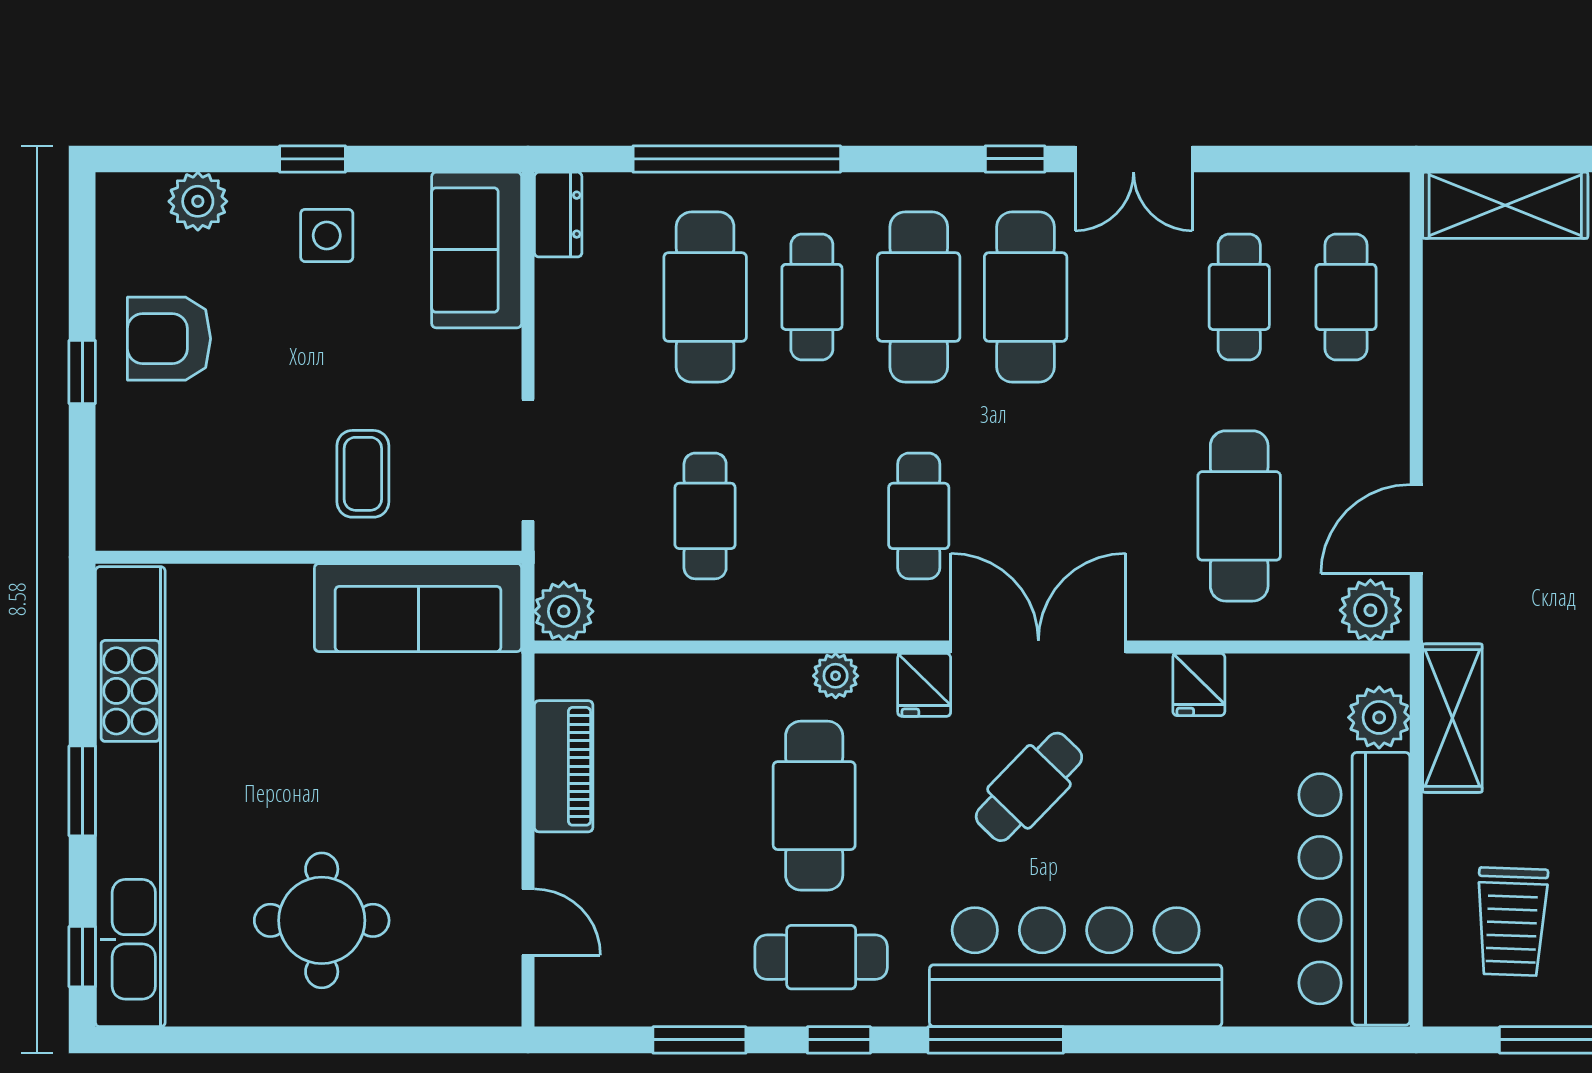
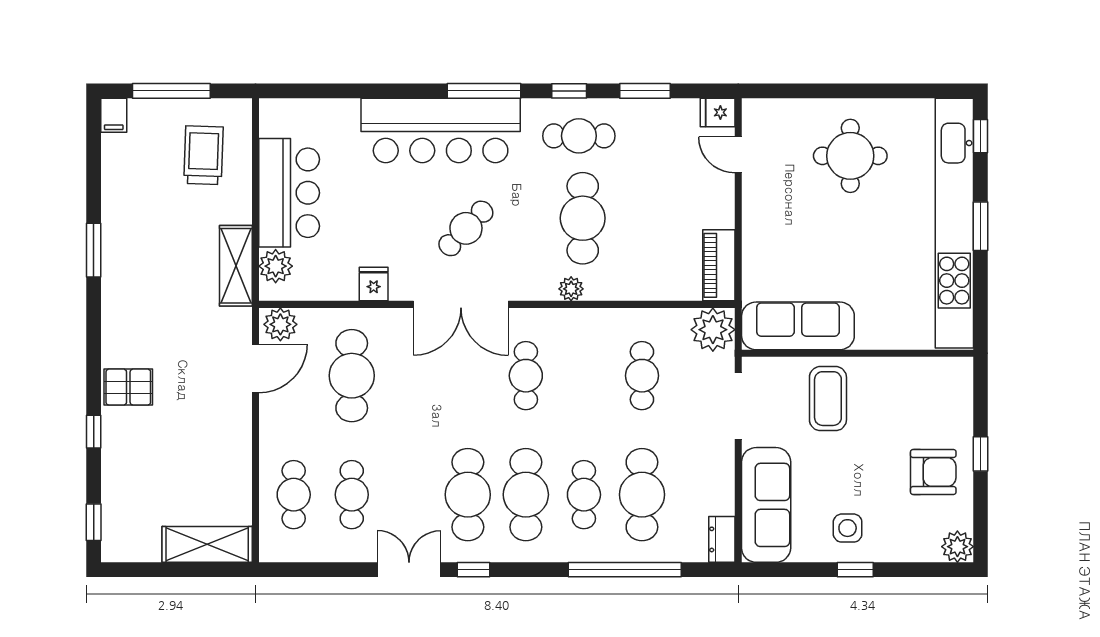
plant: (198, 201) -> (957, 547), moved
sofa: (477, 250) -> (766, 505), width x1.36
coffee table: (363, 474) -> (828, 399), width x1.36, depth x1.30
plant: (564, 611) -> (713, 330), width x1.36, depth x1.36
fridge: (924, 685) -> (718, 112), moved, turned -90
piano: (564, 766) -> (719, 265), moved
bar counter: (1354, 889) -> (289, 193), width x0.73

